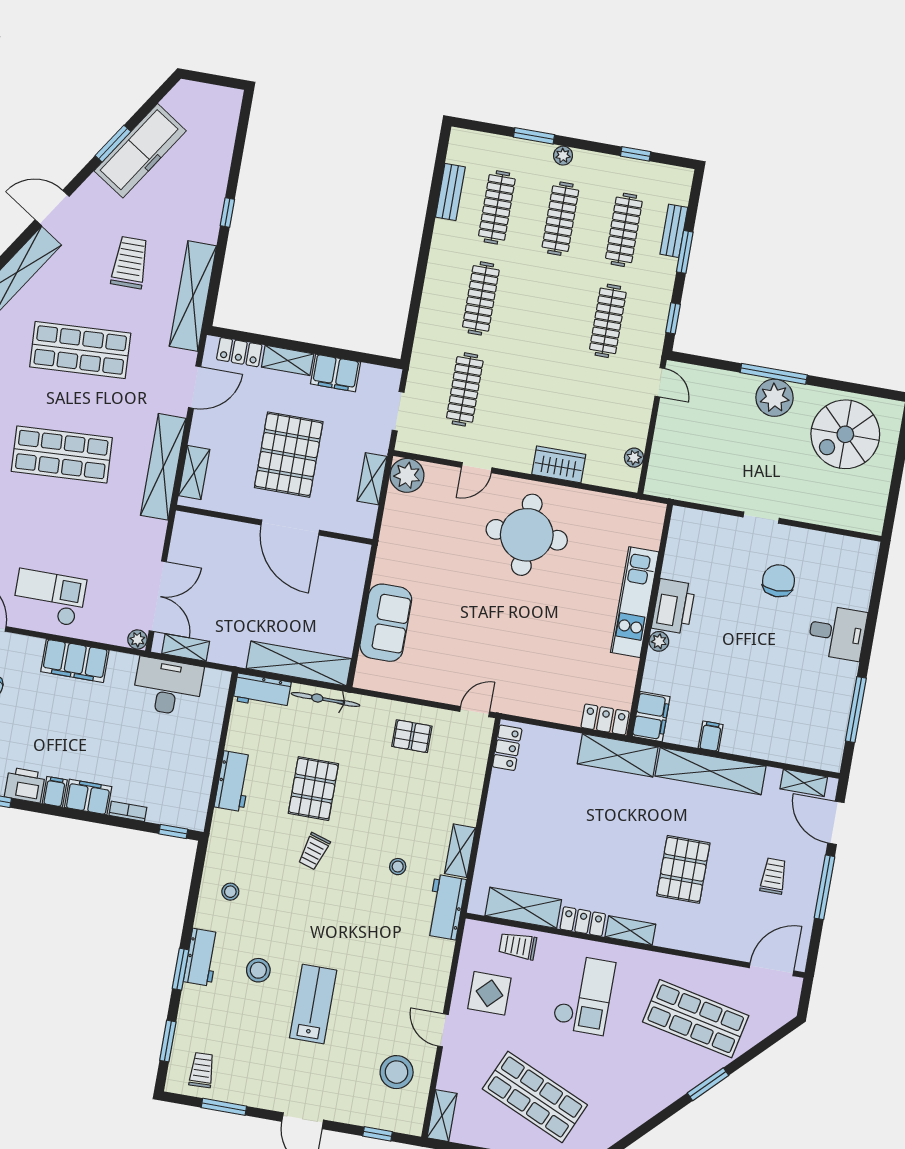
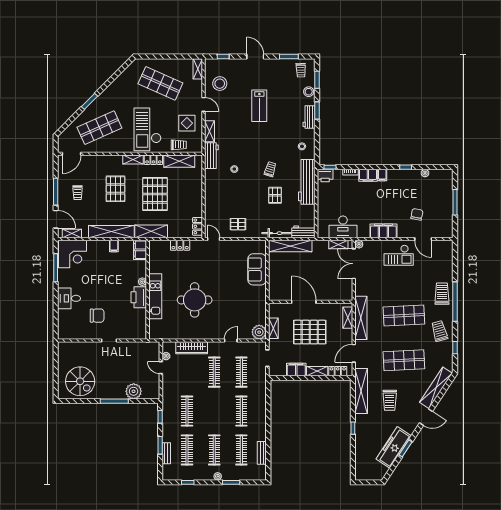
door: (660, 382) -> (161, 368), moved
plant: (775, 398) -> (134, 391), moved
clothes rail: (528, 401) -> (214, 372), added
spiral stairs: (845, 434) -> (80, 381), turned 90
pallet: (289, 455) -> (310, 332), turned 90
wardrobe: (559, 464) -> (192, 348), width x1.50
round table: (527, 535) -> (195, 300), moved
chair: (779, 581) -> (97, 316), turned -90
door: (475, 712) -> (214, 239), swing flipped
locker: (605, 719) -> (180, 245), moved
corner desk: (811, 735) -> (73, 254), added
workbench: (233, 781) -> (307, 182), width x1.88, depth x1.32
printer: (25, 785) -> (325, 176), moved
pallet: (313, 789) -> (275, 195), width x0.67, depth x0.71
pallet: (593, 841) -> (155, 194), added
shelving: (460, 851) -> (210, 131), moved
stool: (258, 970) -> (309, 92), moved
checkout: (584, 995) -> (148, 129), width x1.36, depth x1.21
shop shelf: (696, 1019) -> (99, 128), turned -36

